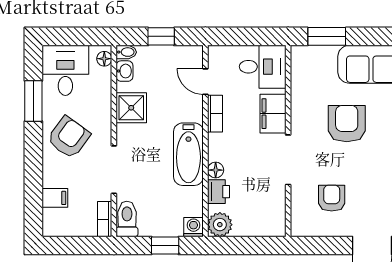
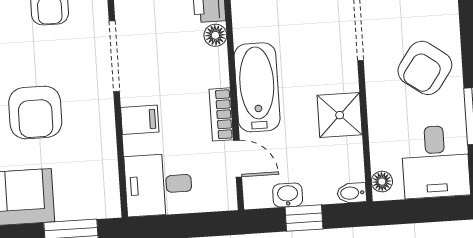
washbasin: (124, 71) -> (288, 195), moved, turned 90
filing cabinet: (273, 114) -> (140, 120), width x0.50
bathtub: (188, 154) -> (257, 87), moved

